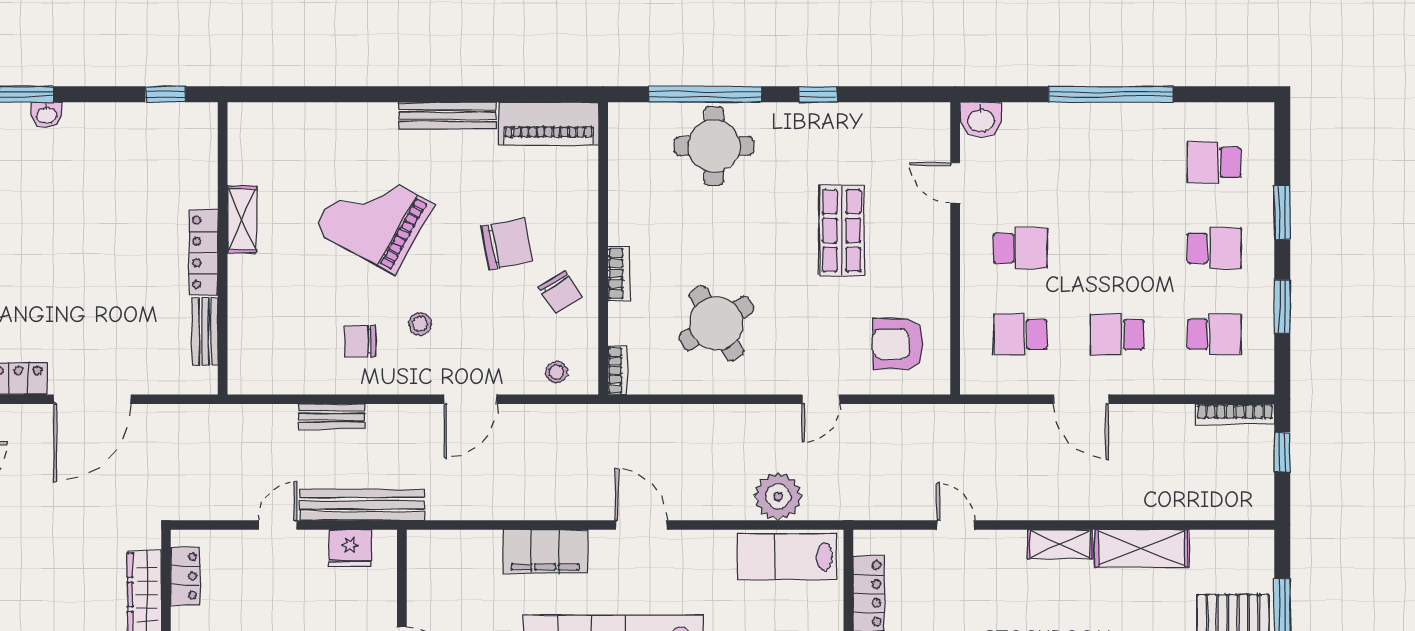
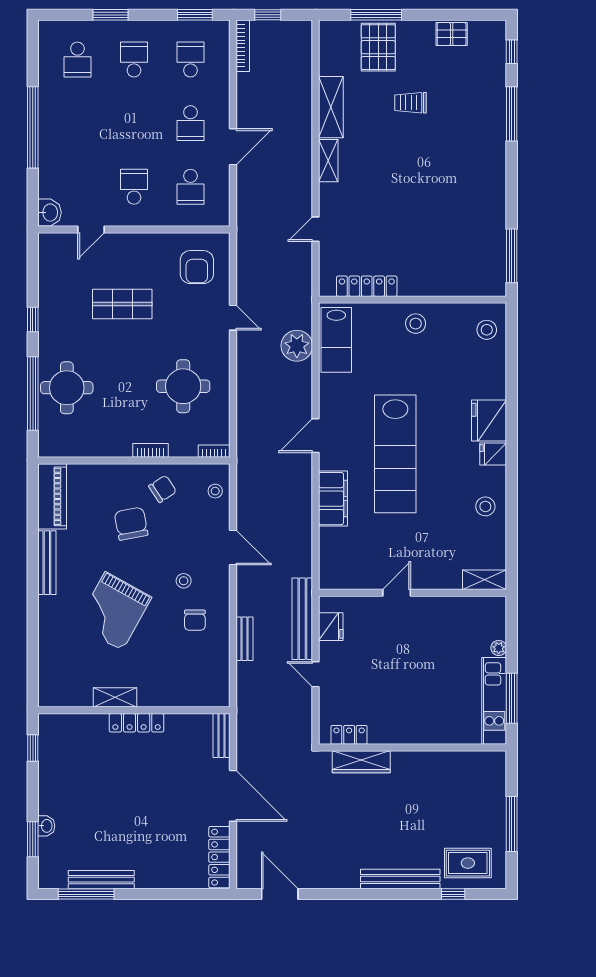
window: (1282, 307) -> (195, 15), moved
round table: (716, 323) -> (183, 386), turned 31
bench: (205, 331) -> (221, 736), moved, turned 90

